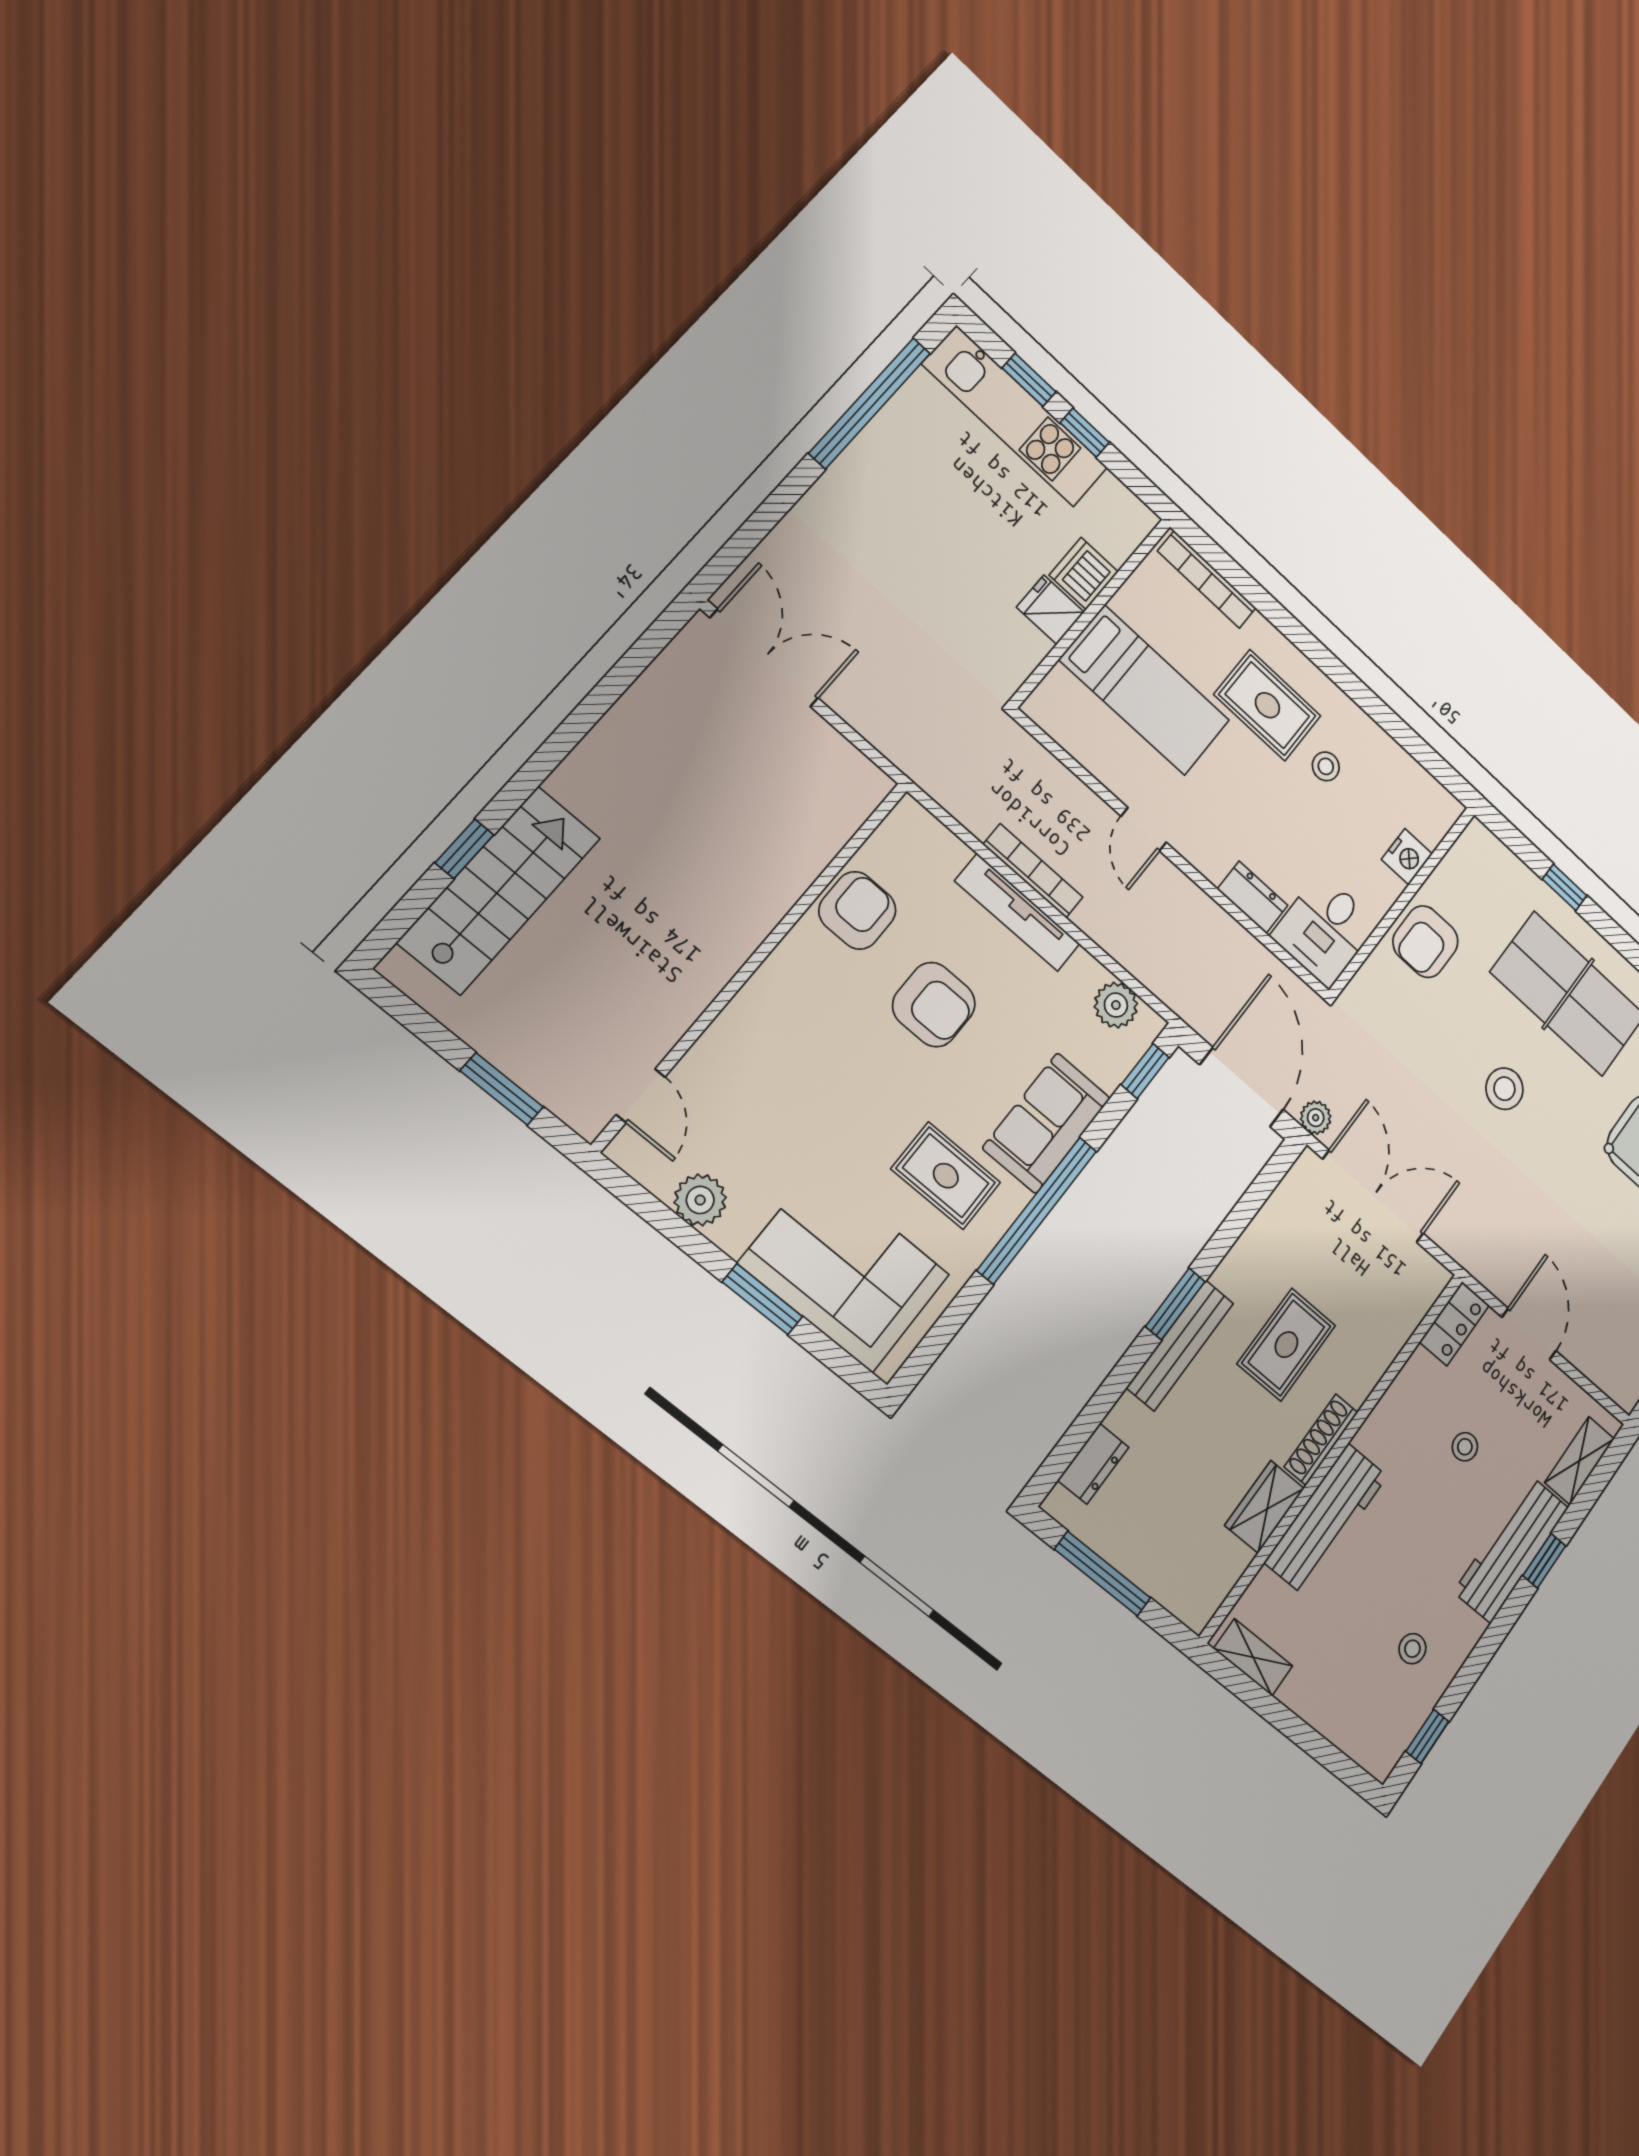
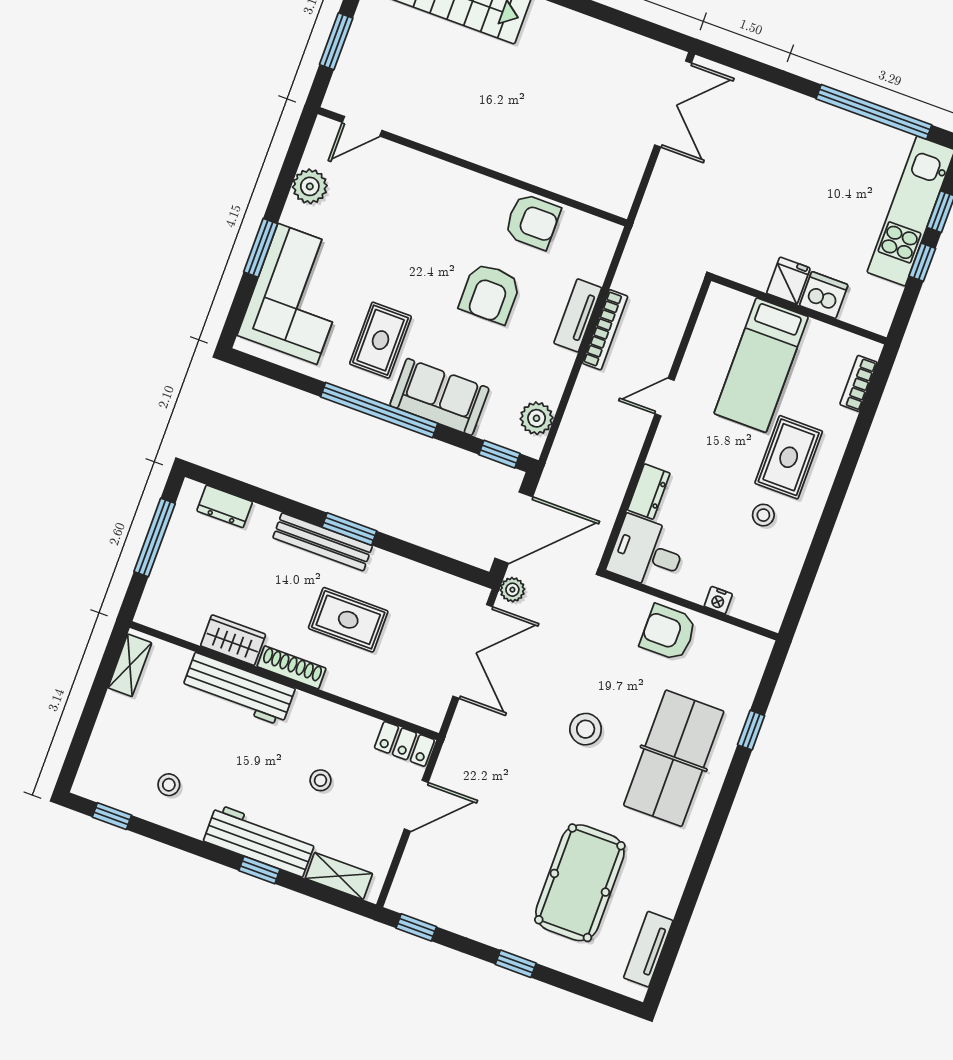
bookcase: (1207, 580) -> (858, 383), width x0.64
nightstand: (1407, 857) -> (718, 600), width x0.72, depth x0.74
tv unit: (1018, 913) -> (578, 315), width x0.71

